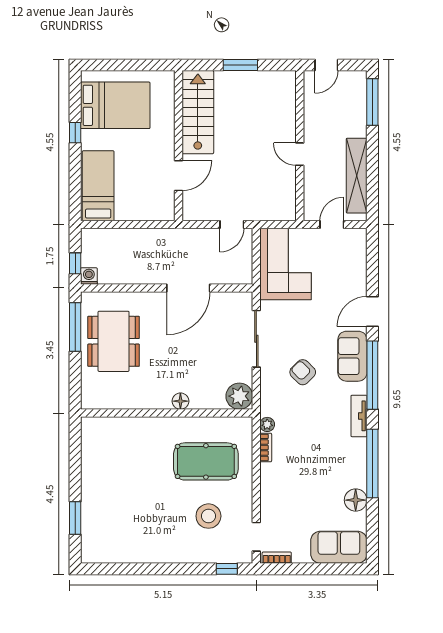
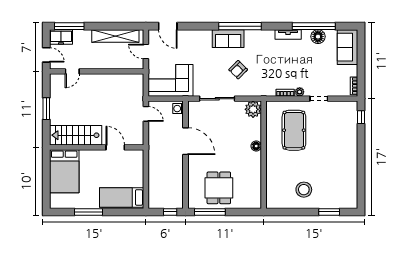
freezer: (355, 89) -> (61, 37), added
bed: (115, 105) -> (64, 171), moved, turned 180
window: (75, 133) -> (88, 212), width x2.17
door: (300, 154) -> (72, 71), moved
washing machine: (89, 276) -> (178, 109), moved
door: (372, 311) -> (168, 26), moved
dining table: (114, 341) -> (219, 188), width x0.73
tv unit: (359, 416) -> (288, 35), moved
plant: (267, 424) -> (300, 92), moved
window: (372, 463) -> (314, 26), moved
stool: (208, 516) -> (304, 190), moved
doorway: (256, 537) -> (319, 99), moved

